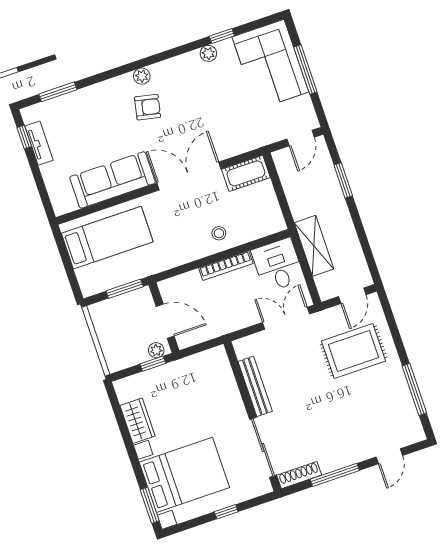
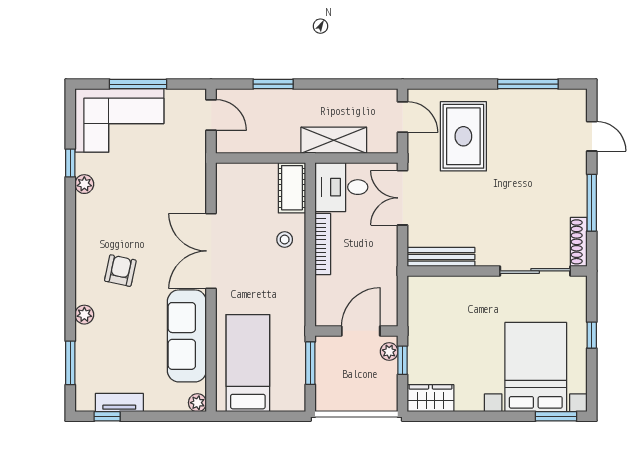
plant: (142, 76) -> (84, 315), moved
cot: (246, 173) -> (292, 188), moved
plant: (61, 207) -> (197, 403), added
bench: (255, 386) -> (441, 257), moved
wardrobe: (138, 421) -> (431, 398), moved

